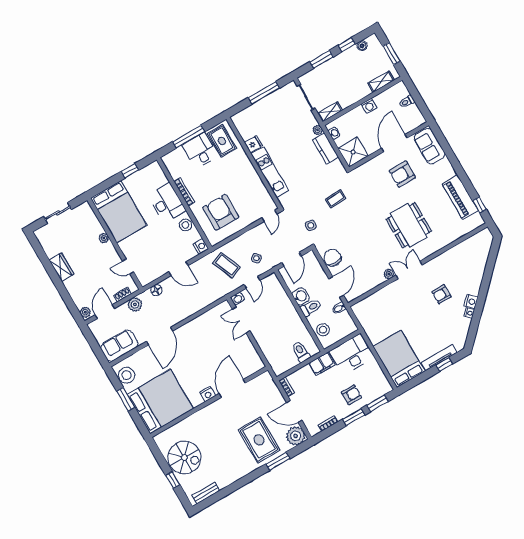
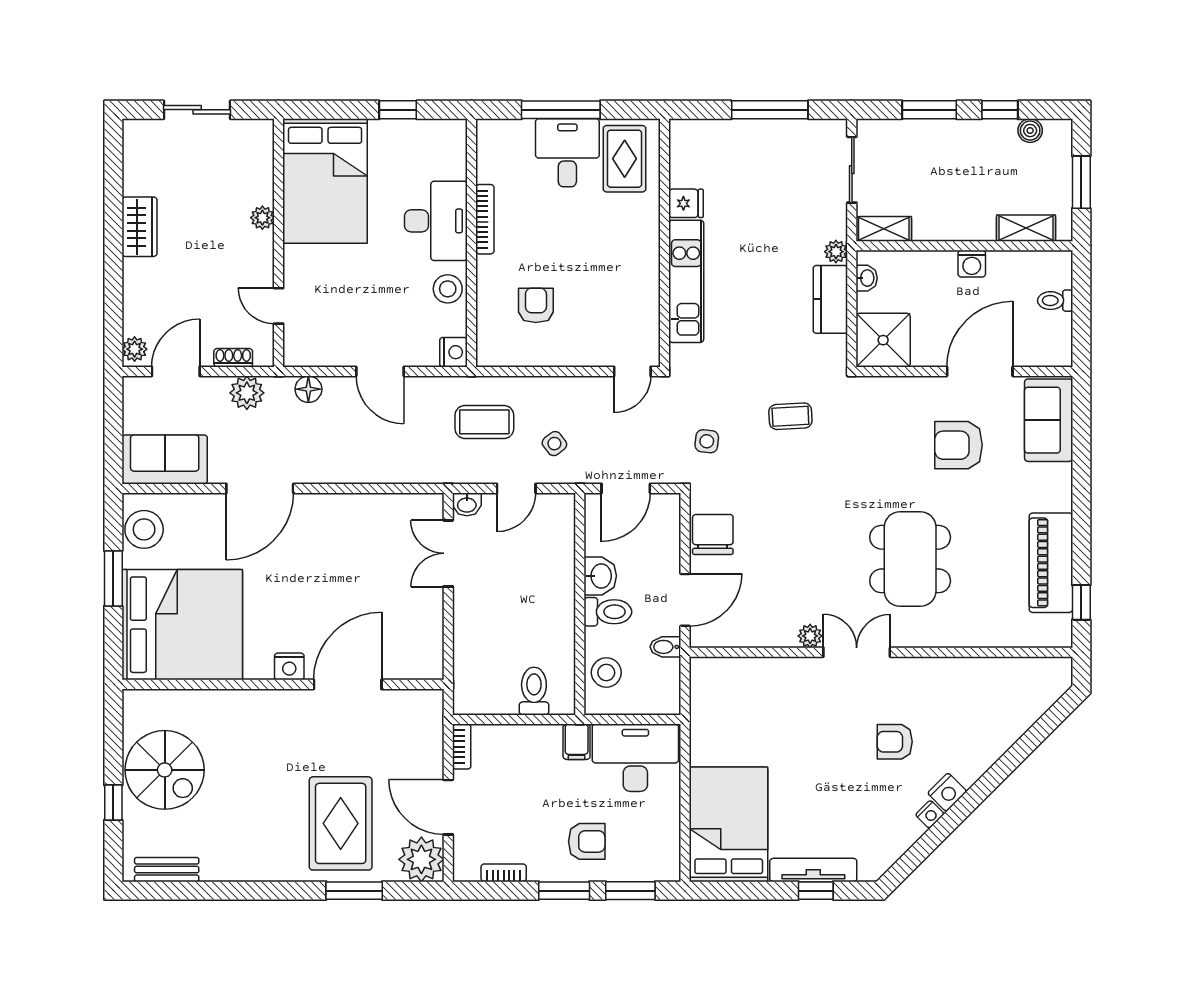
armchair: (221, 212) -> (536, 305), width x0.53, depth x0.53
coffee table: (227, 265) -> (484, 422), turned -68
filing cabinet: (322, 364) -> (577, 742), width x0.50

